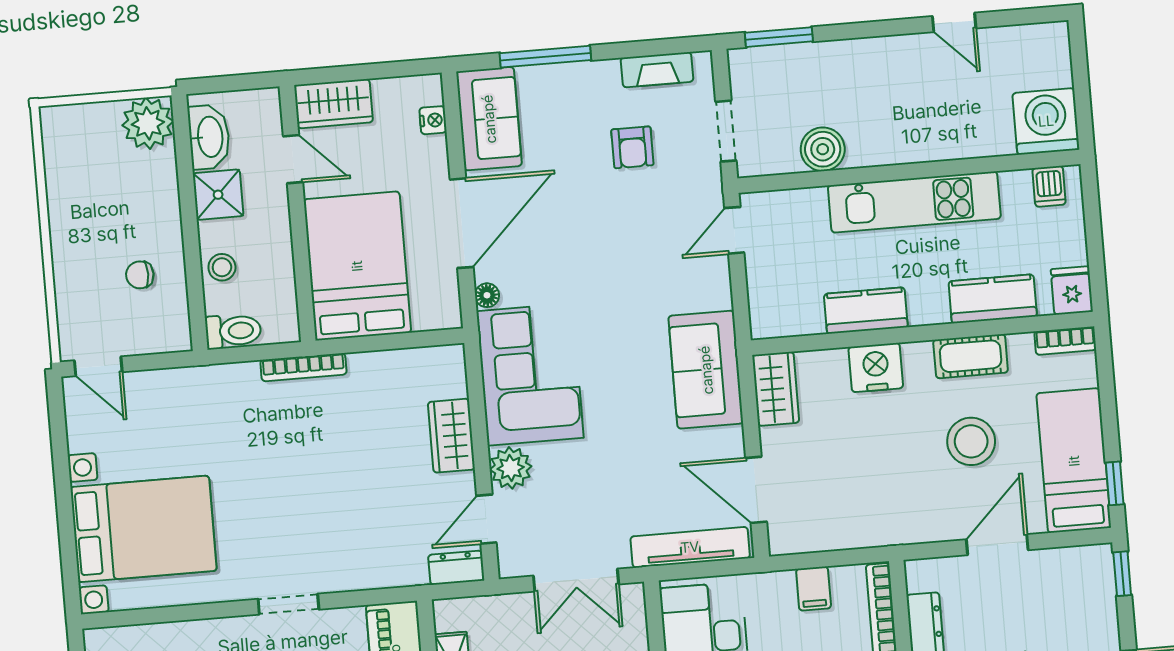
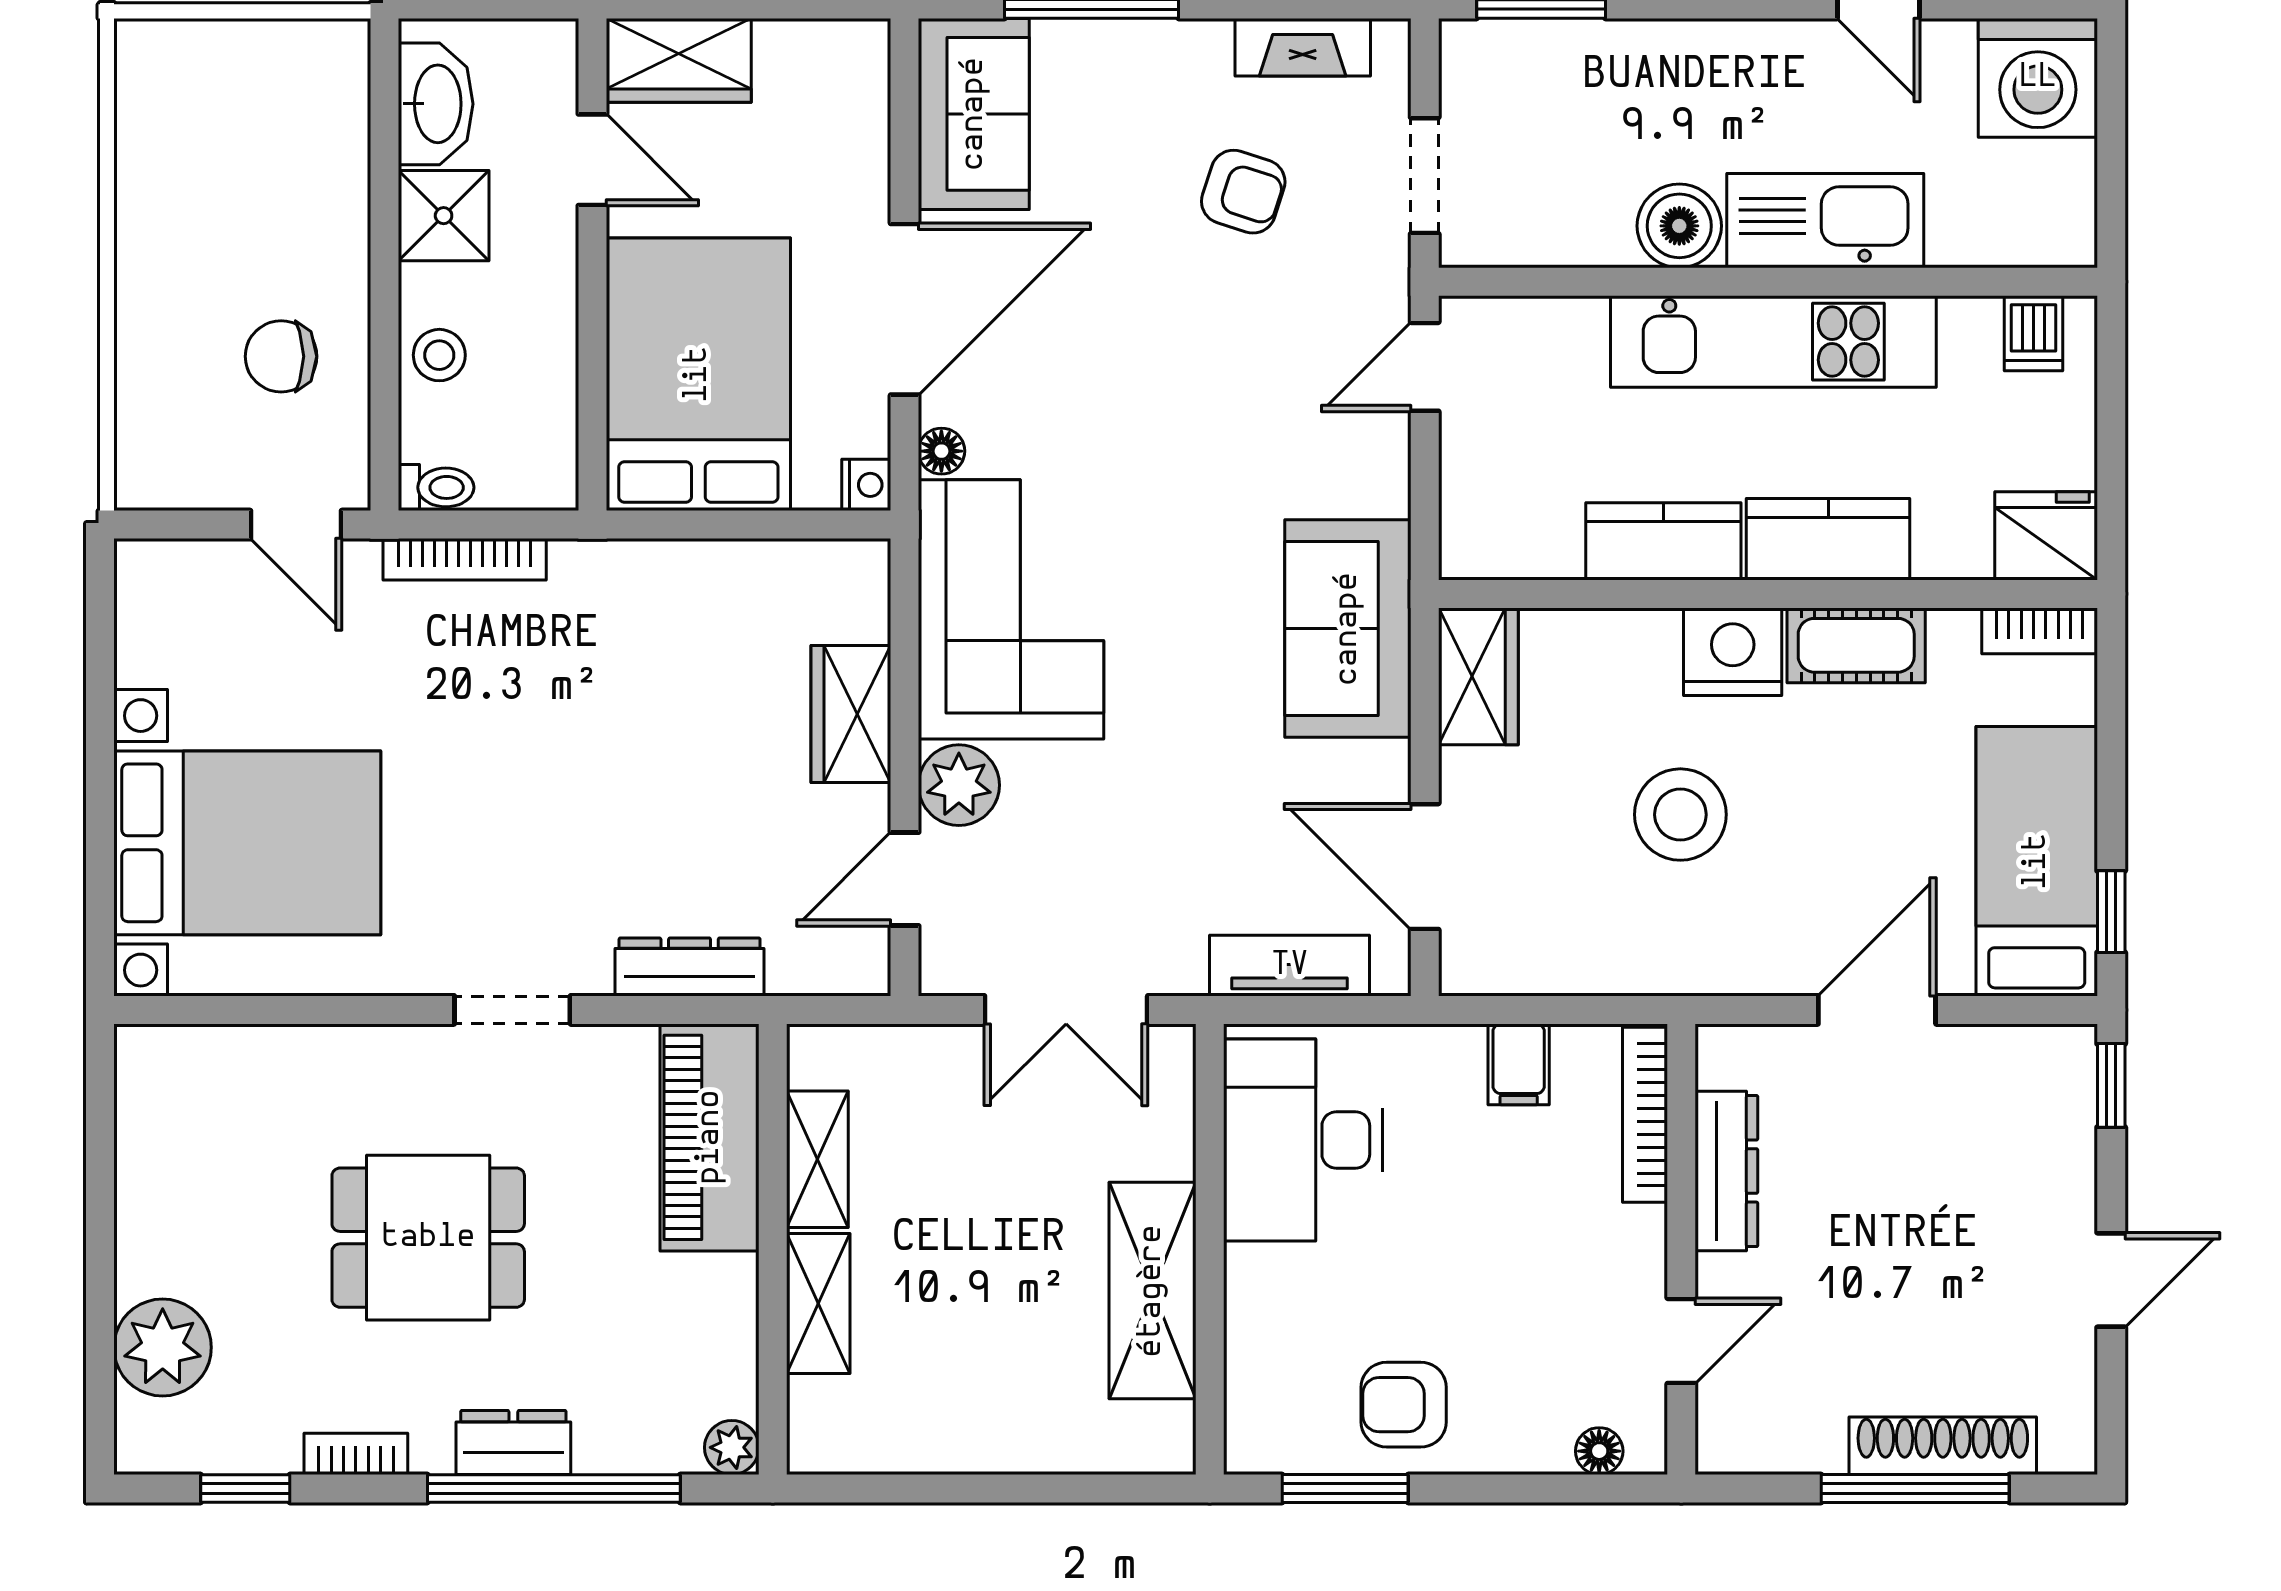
nightstand: (433, 120) -> (866, 485), moved
washing machine: (1046, 121) -> (2038, 78), moved, turned 180
plant: (148, 123) -> (321, 68), removed
kitchen sink: (936, 137) -> (1825, 221), added
armchair: (632, 147) -> (1243, 192), turned -72
boiler: (823, 149) -> (1679, 226), moved
chair: (140, 275) -> (281, 356), width x1.37, depth x1.37
fridge: (1072, 290) -> (2046, 536), width x1.38
kitchen counter: (993, 299) -> (1828, 539), moved
toilet: (233, 331) -> (436, 487), width x0.73, depth x0.72
door: (98, 366) -> (296, 525), moved
bookcase: (303, 367) -> (465, 559), moved
nightstand: (876, 368) -> (1733, 652), moved
stool: (971, 441) -> (1680, 815), moved
tv unit: (690, 547) -> (1290, 966), width x0.71
dresser: (456, 568) -> (690, 967), moved, width x1.44

